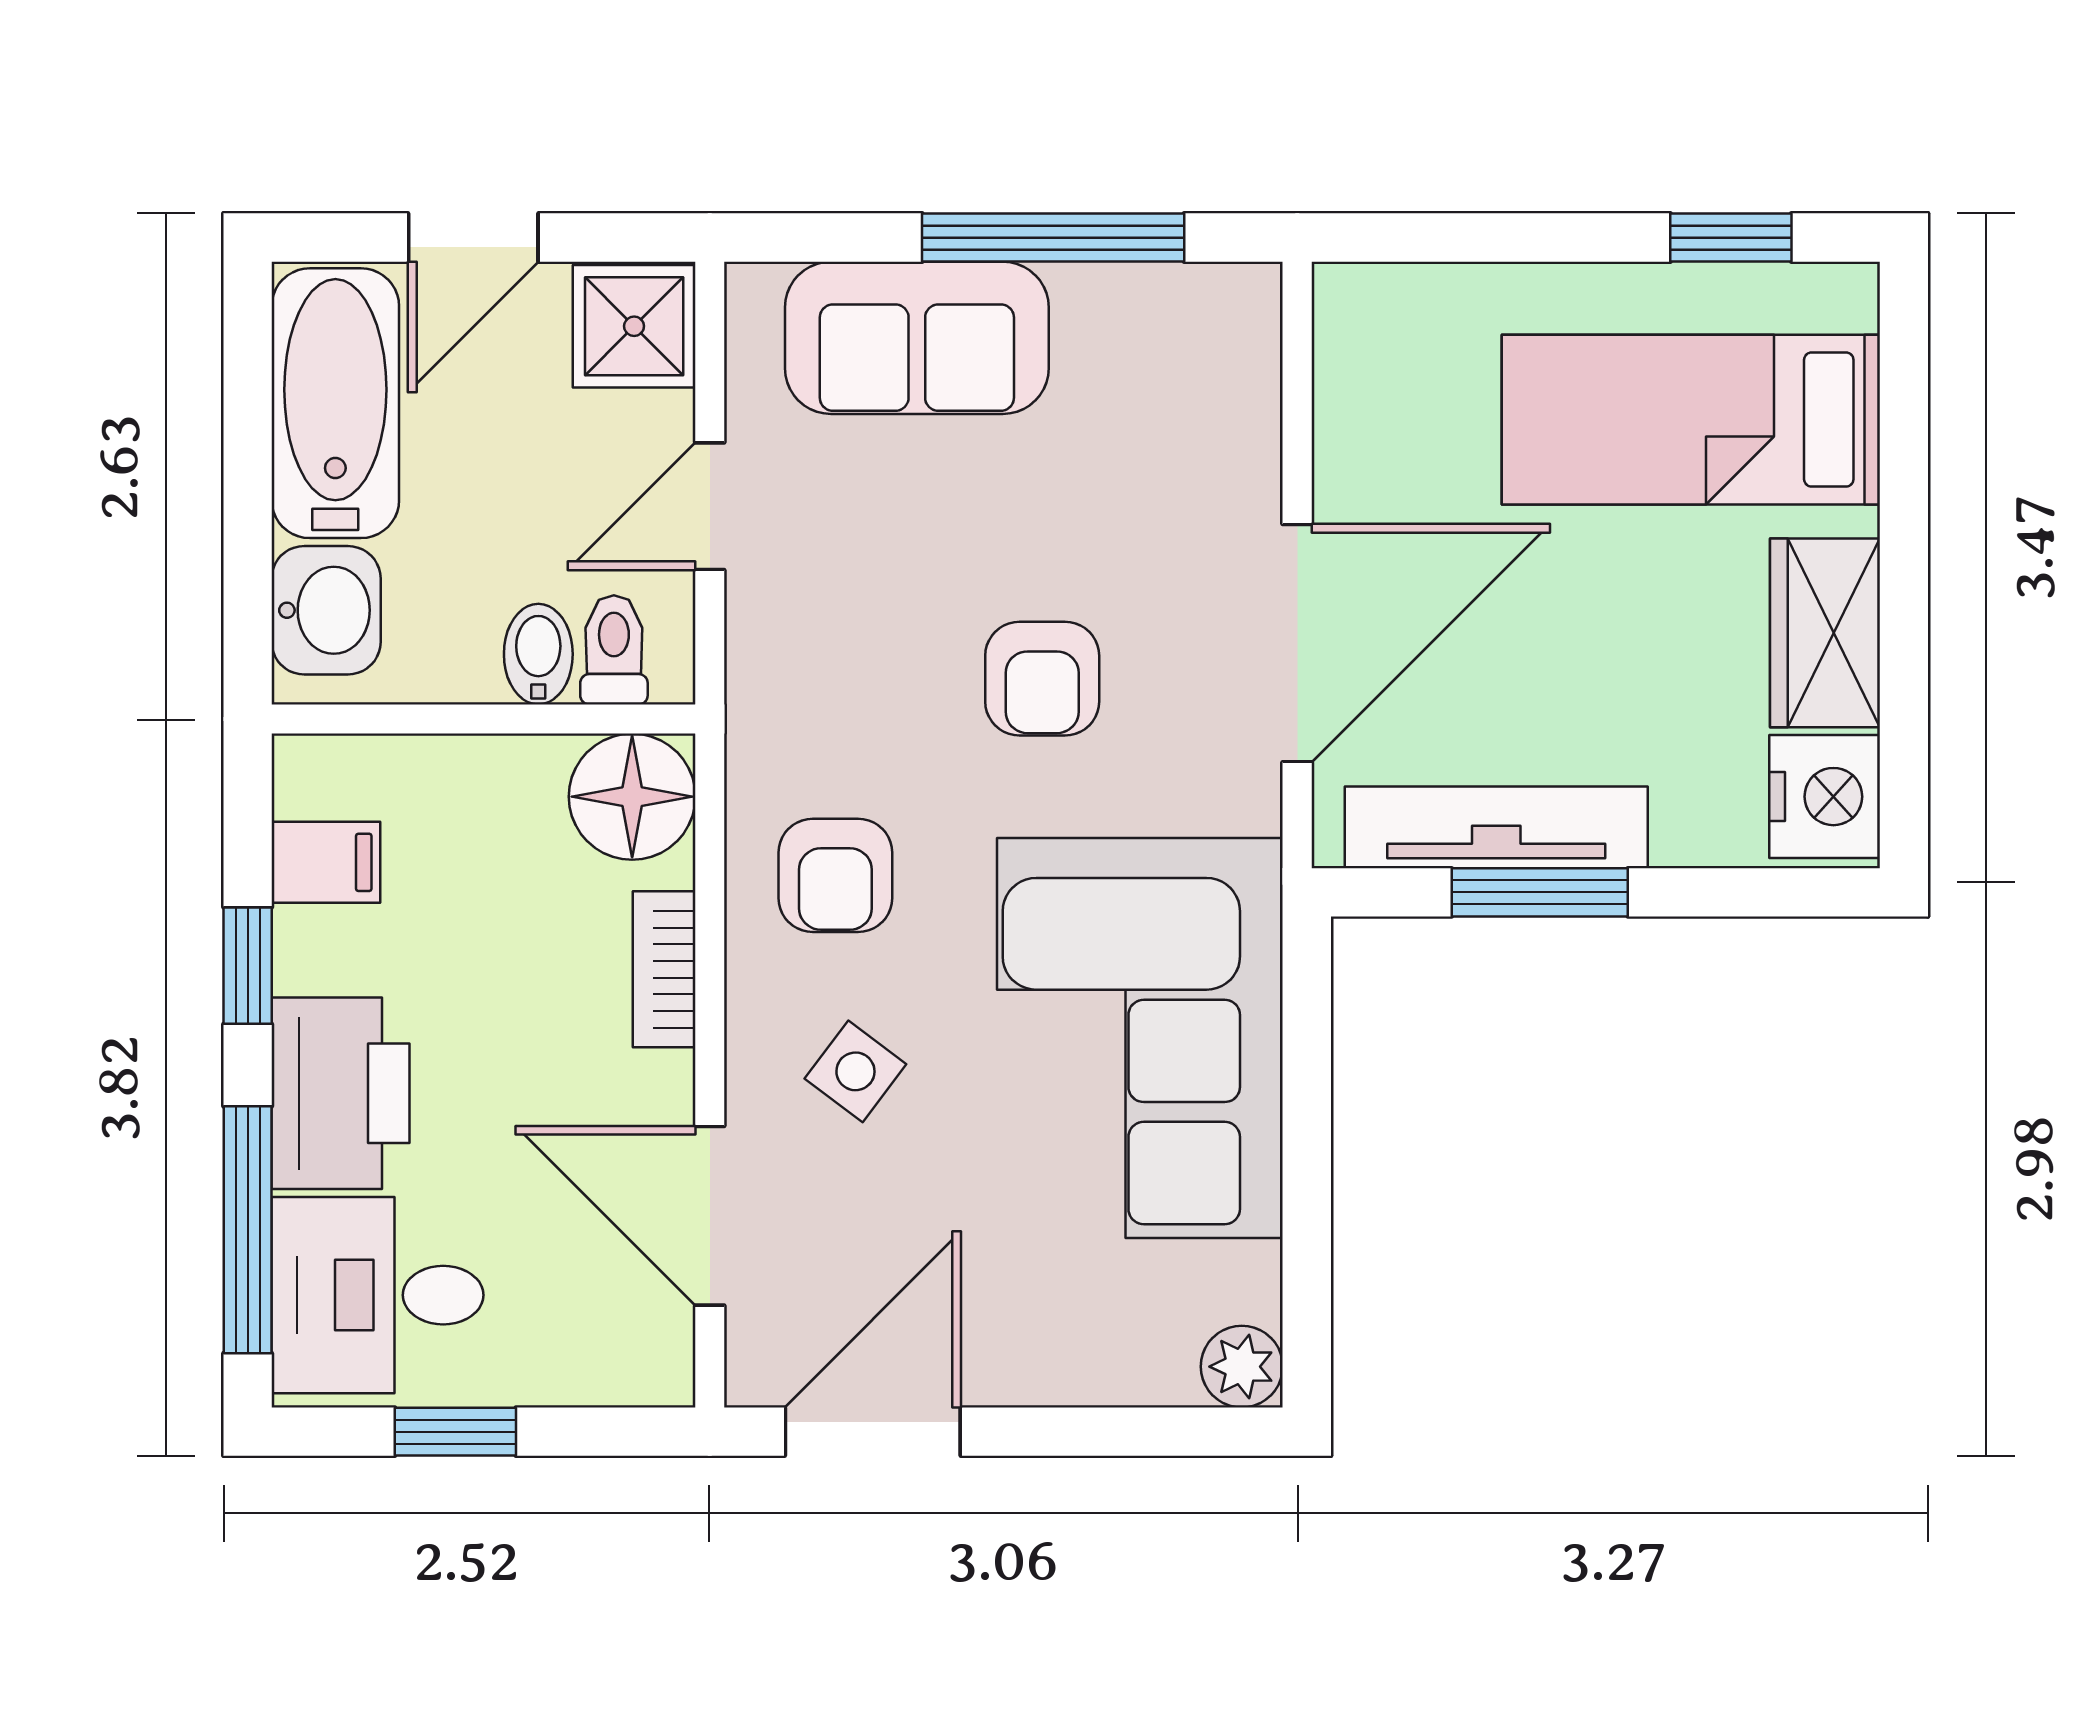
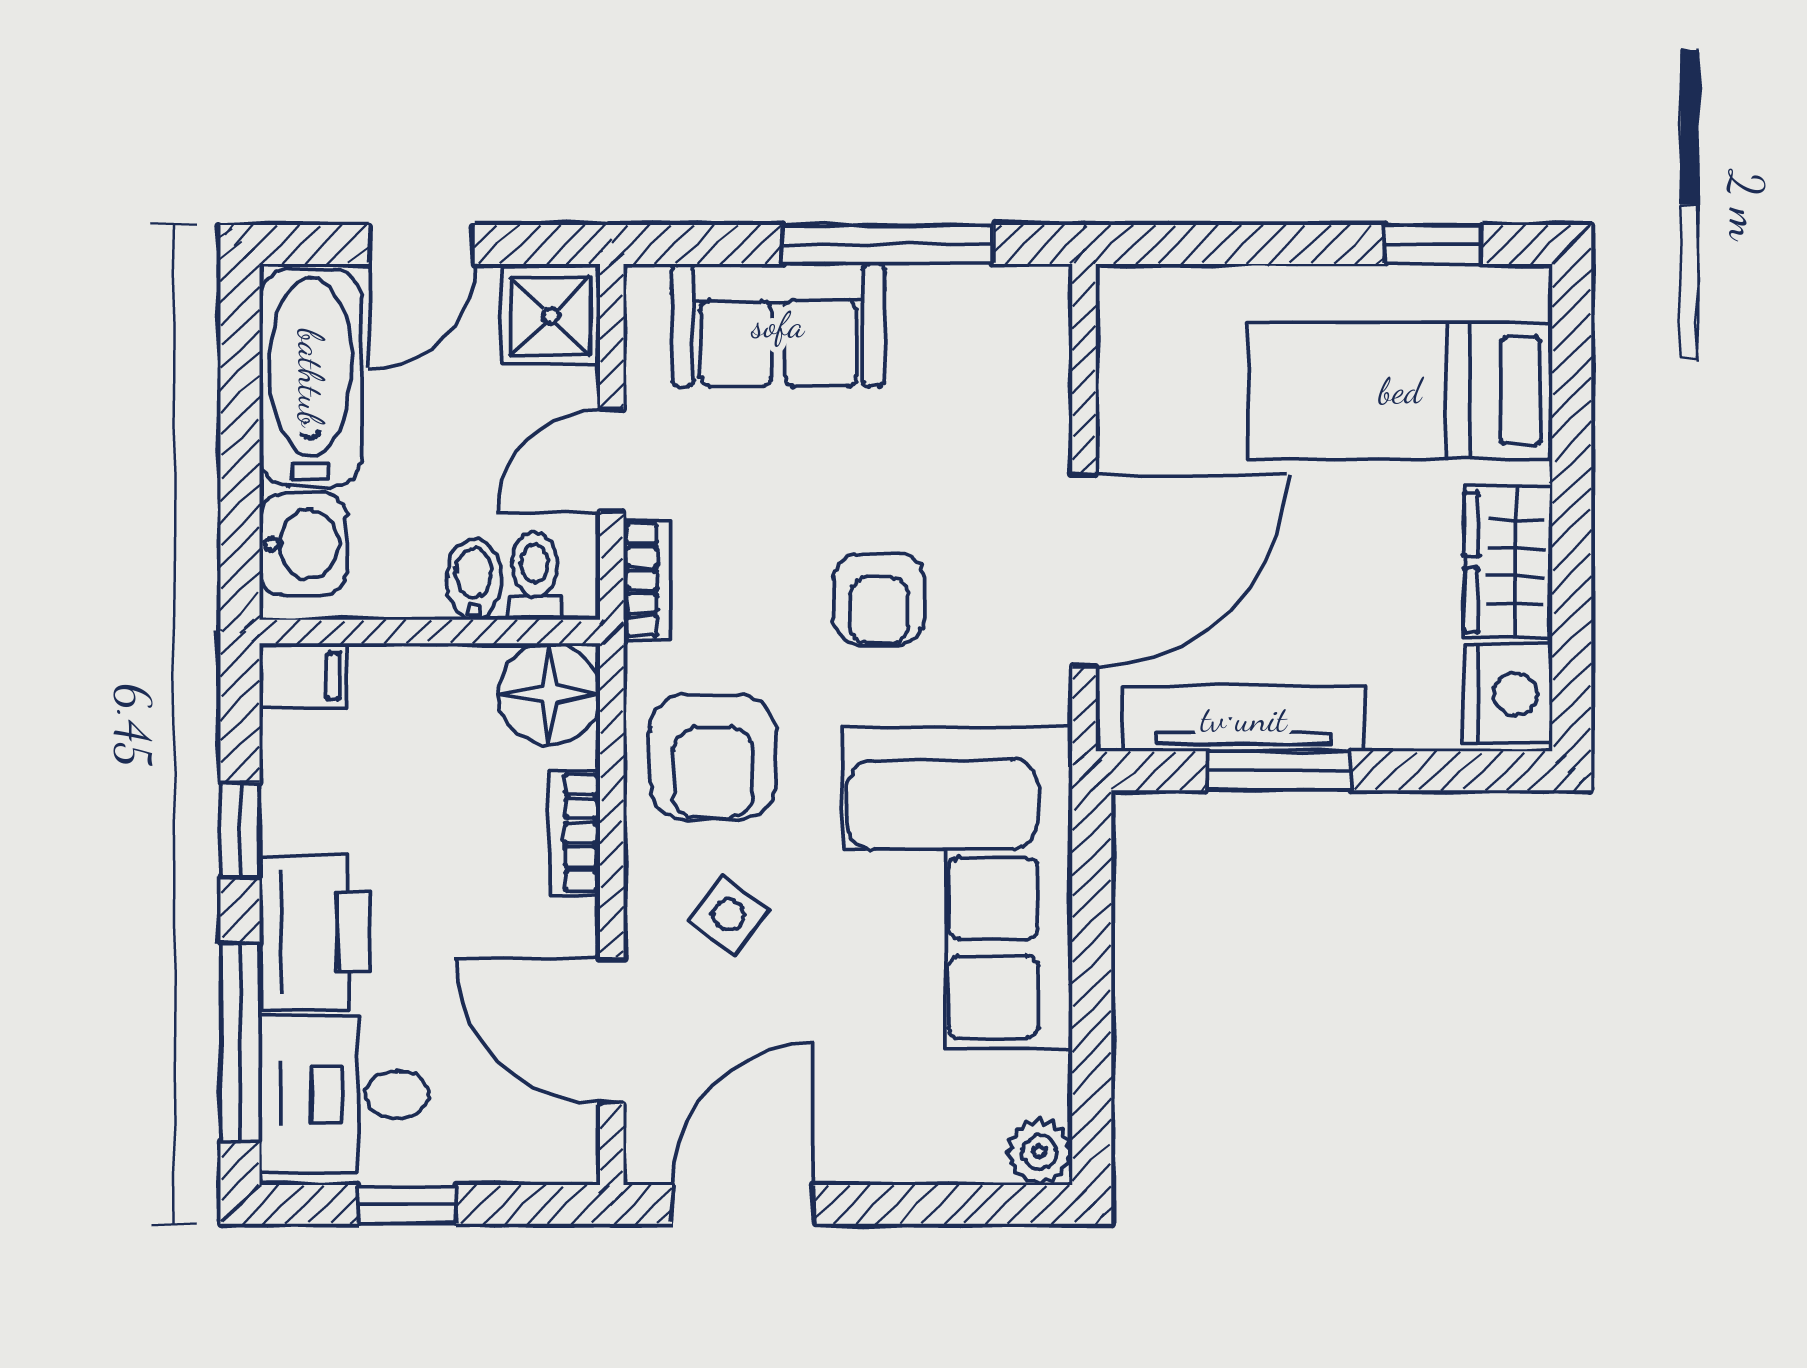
bookcase: (754, 655) -> (647, 580), added
filing cabinet: (326, 862) -> (303, 676), moved
armchair: (835, 875) -> (713, 757), width x1.38, depth x1.38

